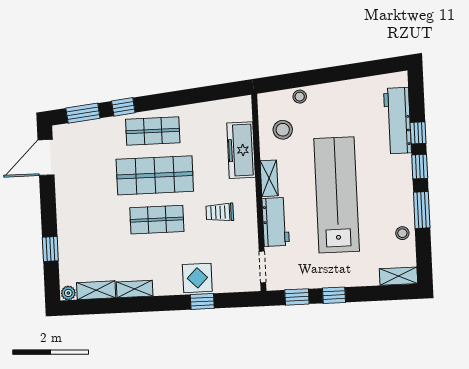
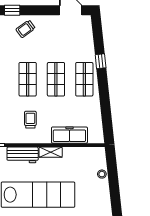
window: (83, 113) -> (98, 35), removed
stool: (283, 130) -> (81, 162), removed
shop shelf: (155, 175) -> (56, 79), width x0.70, depth x0.74
trolley: (78, 227) -> (26, 29), added

